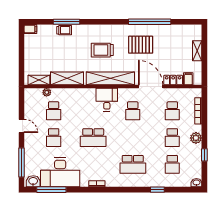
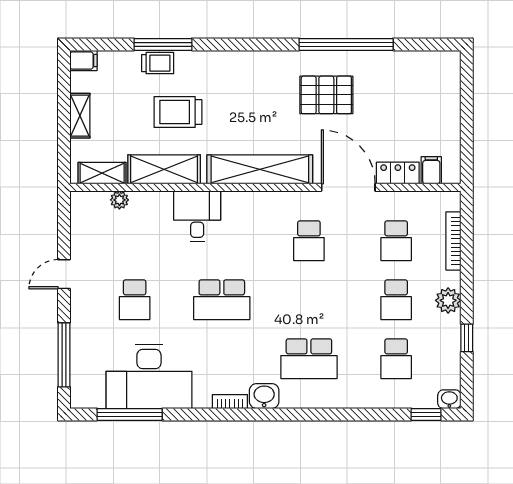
trolley: (102, 50) -> (178, 112), moved
shelving: (197, 51) -> (80, 116), moved
desk: (107, 100) -> (197, 216), moved
school desk: (54, 111) -> (135, 241), removed
door: (22, 126) -> (64, 274), swing flipped
washbasin: (33, 181) -> (264, 396), moved
window: (157, 190) -> (426, 414), moved

